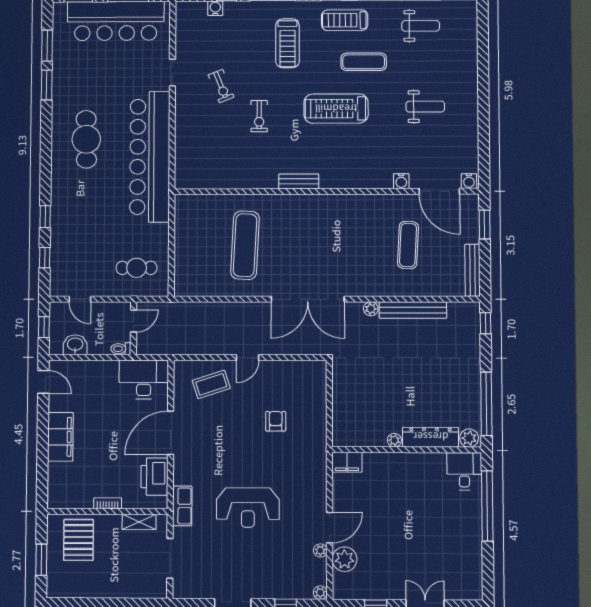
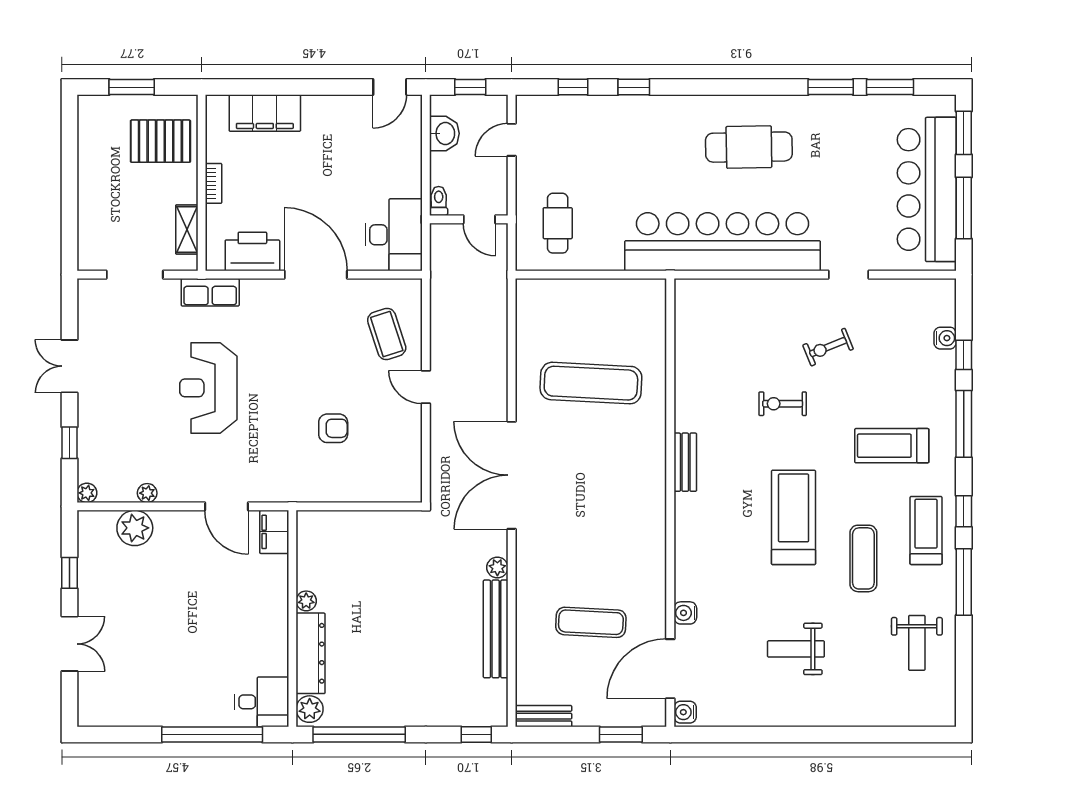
weight bench: (425, 107) -> (796, 649), turned 90
bench: (472, 270) -> (543, 716), width x0.73
filing cabinet: (60, 437) -> (265, 113), moved
door: (330, 528) -> (226, 506), moved

